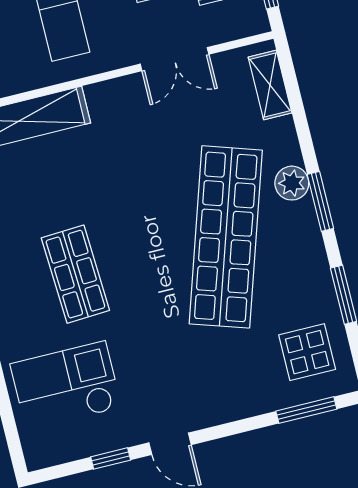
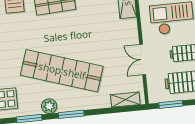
plant: (292, 183) -> (49, 106), moved

